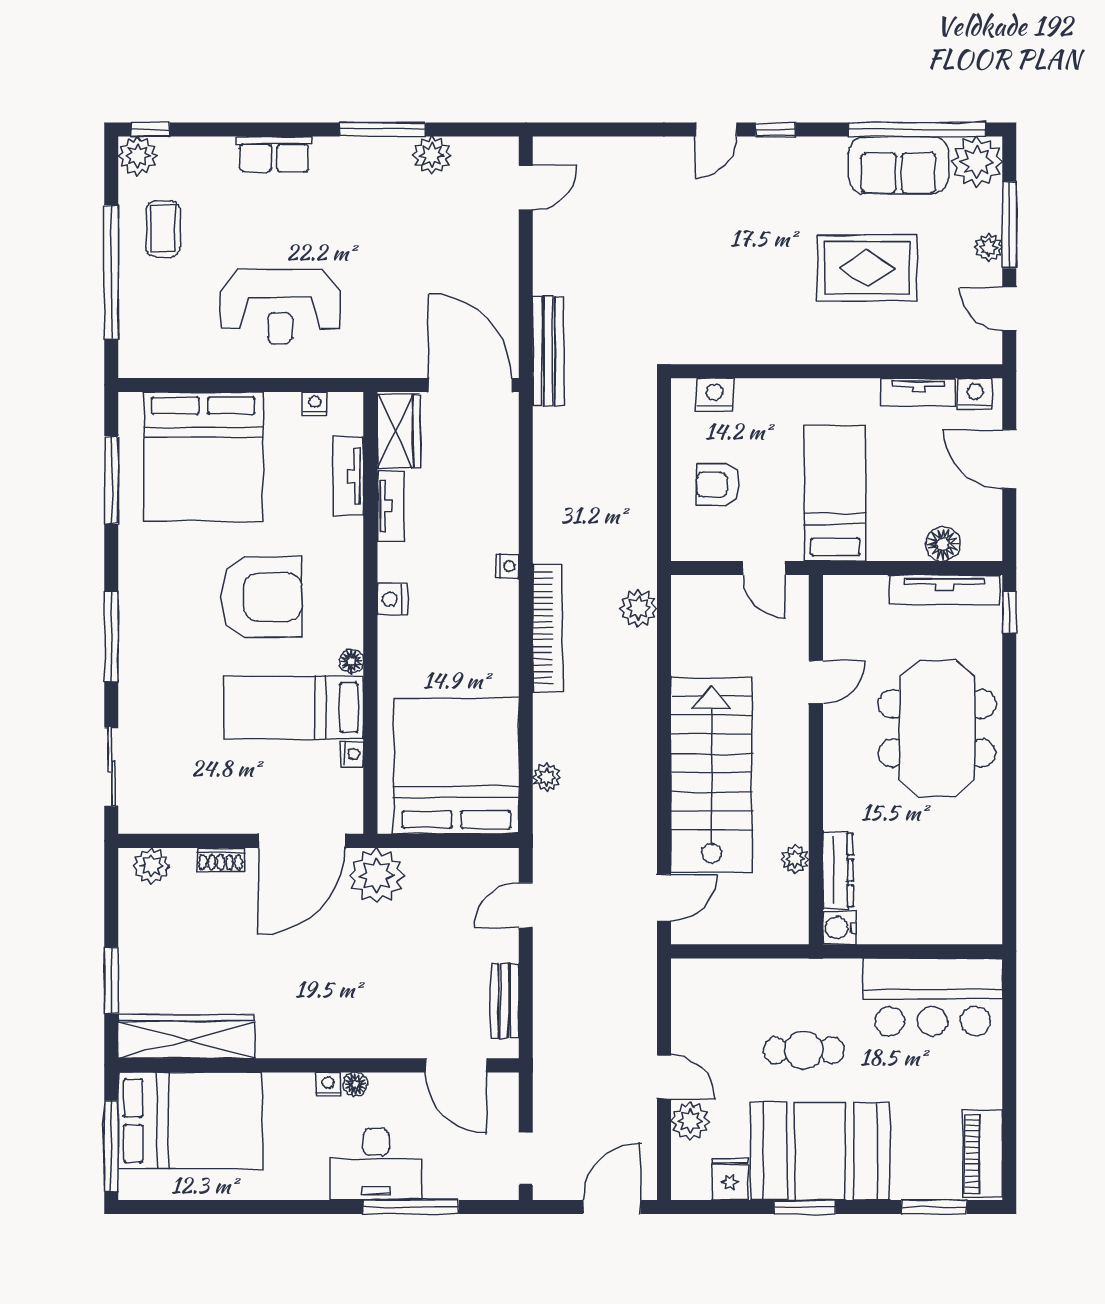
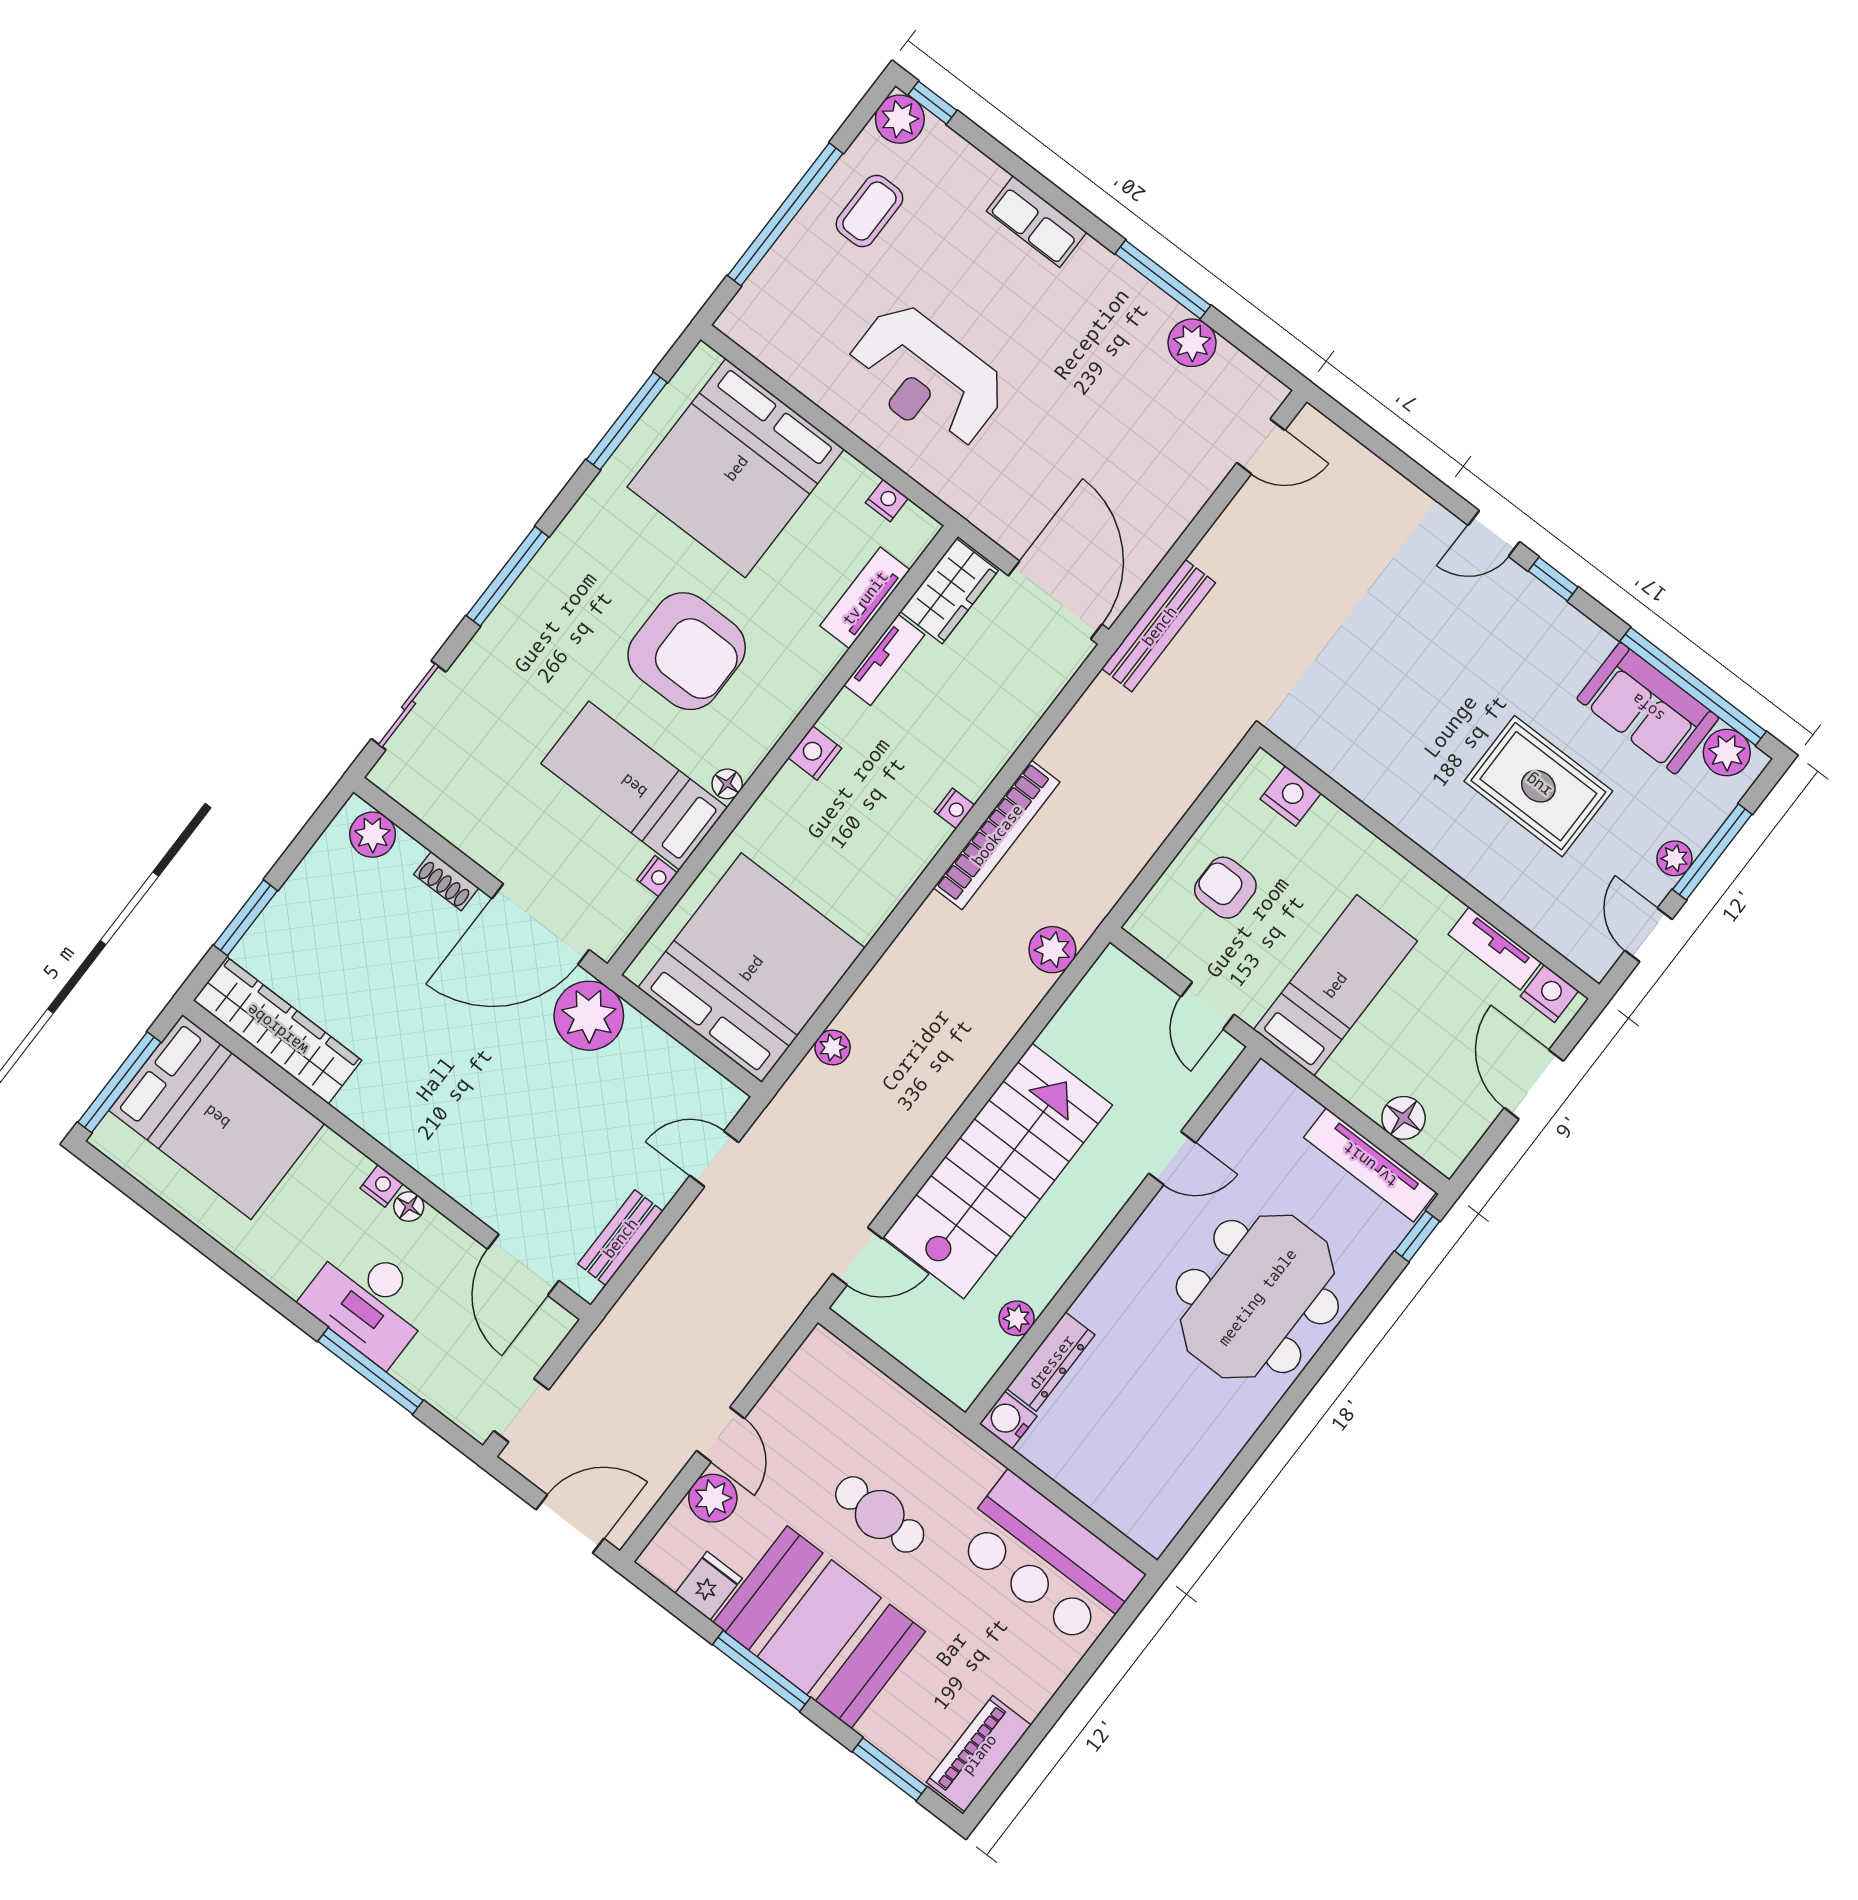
plant: (977, 162) -> (1727, 753), width x0.73, depth x0.73
bookcase: (547, 628) -> (997, 835), moved
window: (805, 1207) -> (762, 1671), width x1.44

